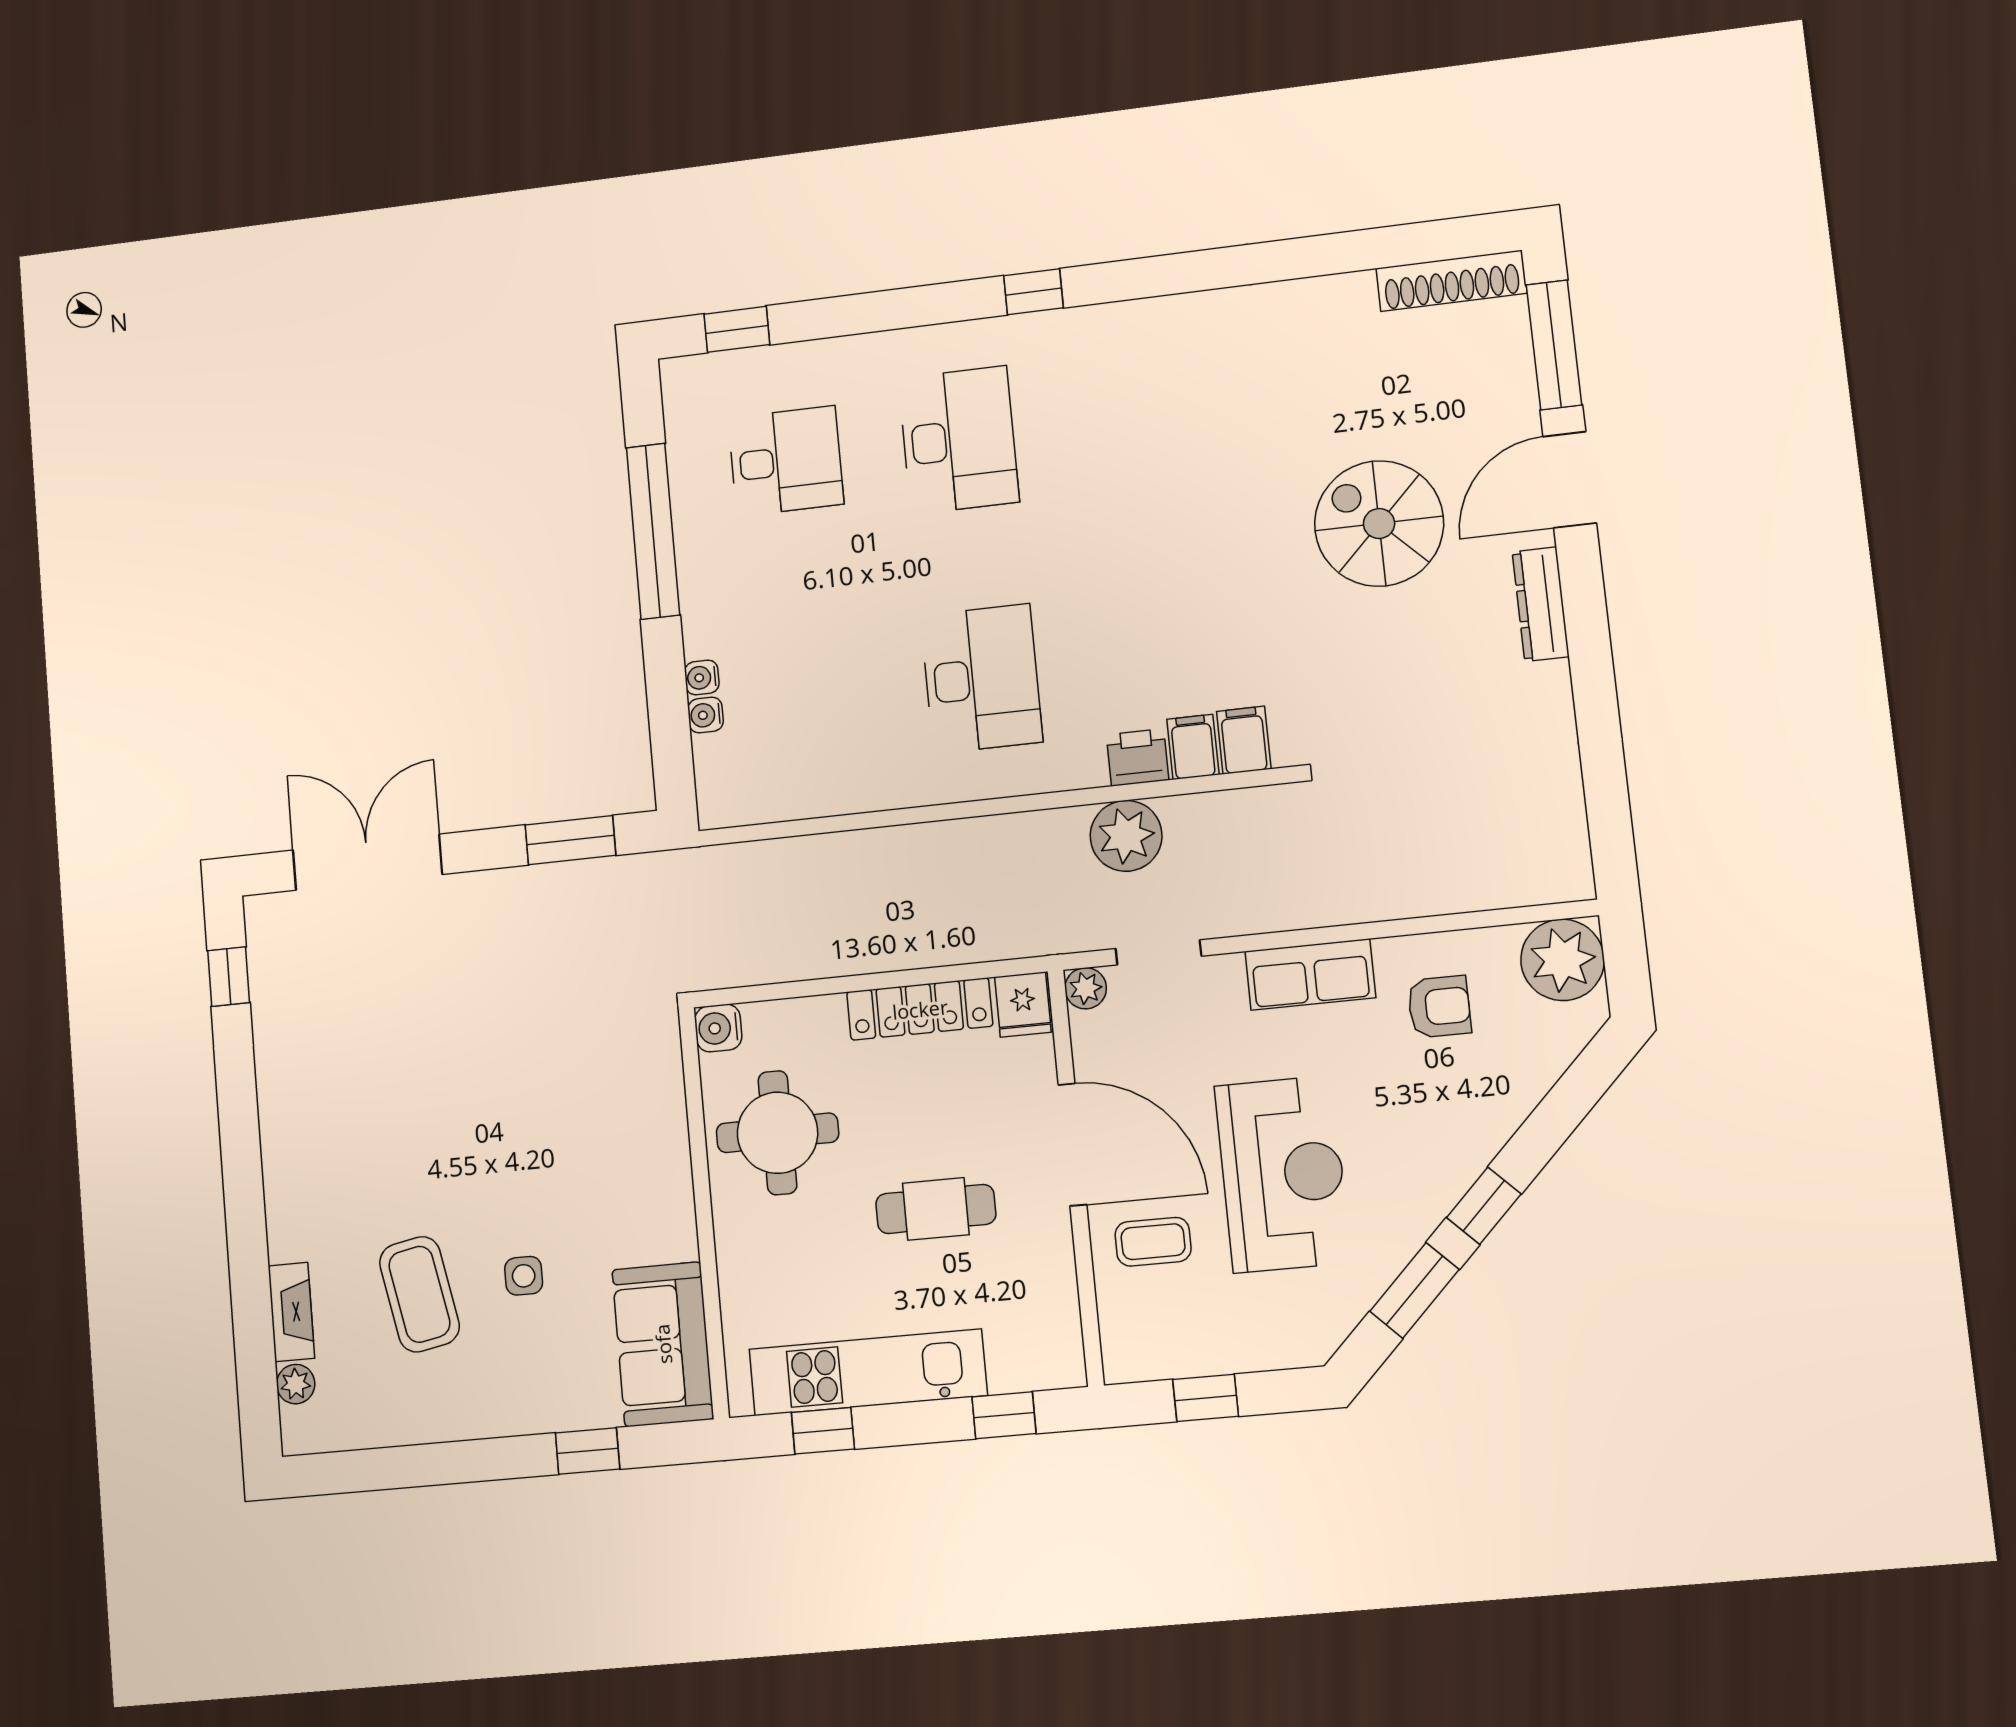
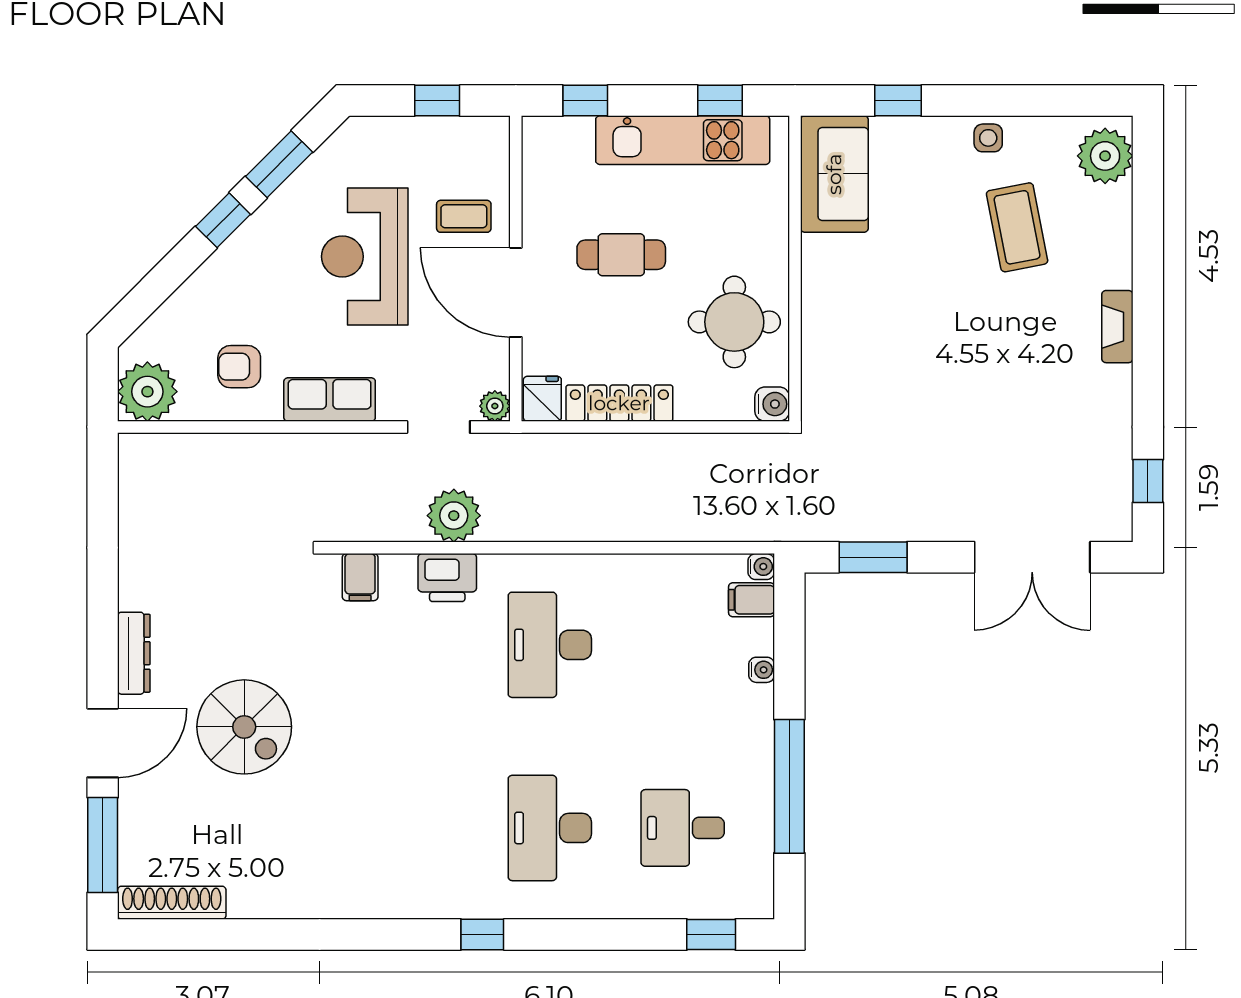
water cooler: (706, 715) -> (761, 567), moved
filing cabinet: (1193, 747) -> (752, 600), moved, turned 90
printer: (1138, 757) -> (447, 578), width x1.36, depth x1.24
side table: (524, 1276) -> (988, 138), moved
fireplace: (291, 1312) -> (1117, 327), moved
plant: (296, 1384) -> (1105, 156), width x1.87, depth x1.87

